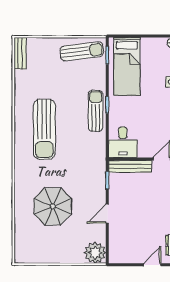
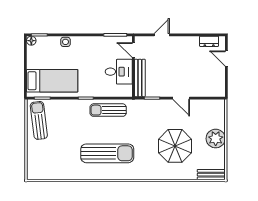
bench: (20, 53) -> (211, 175), moved
sun lounger: (96, 111) -> (108, 110), moved
desk: (123, 142) -> (119, 72), moved
plant: (95, 253) -> (216, 139), moved

